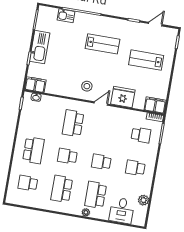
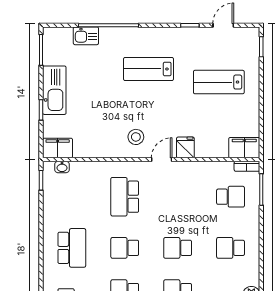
lab bench: (102, 44) -> (148, 69), turned 180
fridge: (123, 97) -> (185, 147), width x0.53, depth x0.75

